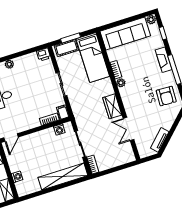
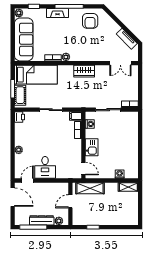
armchair: (166, 96) -> (90, 21), turned 88
double door: (129, 129) -> (120, 63), moved
kitchen sink: (36, 139) -> (92, 147), added
shelving: (63, 176) -> (132, 134), removed

